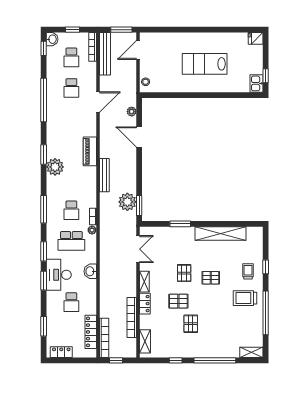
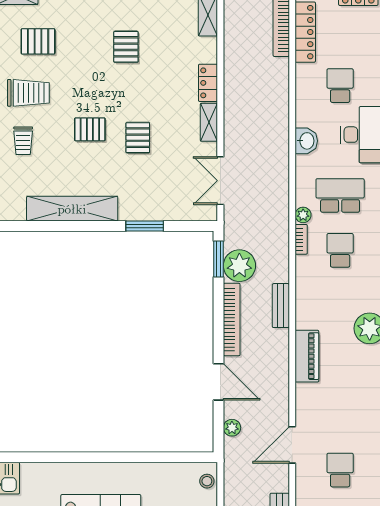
bench: (104, 175) -> (281, 306), width x0.73
pallet: (178, 301) -> (38, 41), moved
bookcase: (132, 317) -> (232, 320), moved

